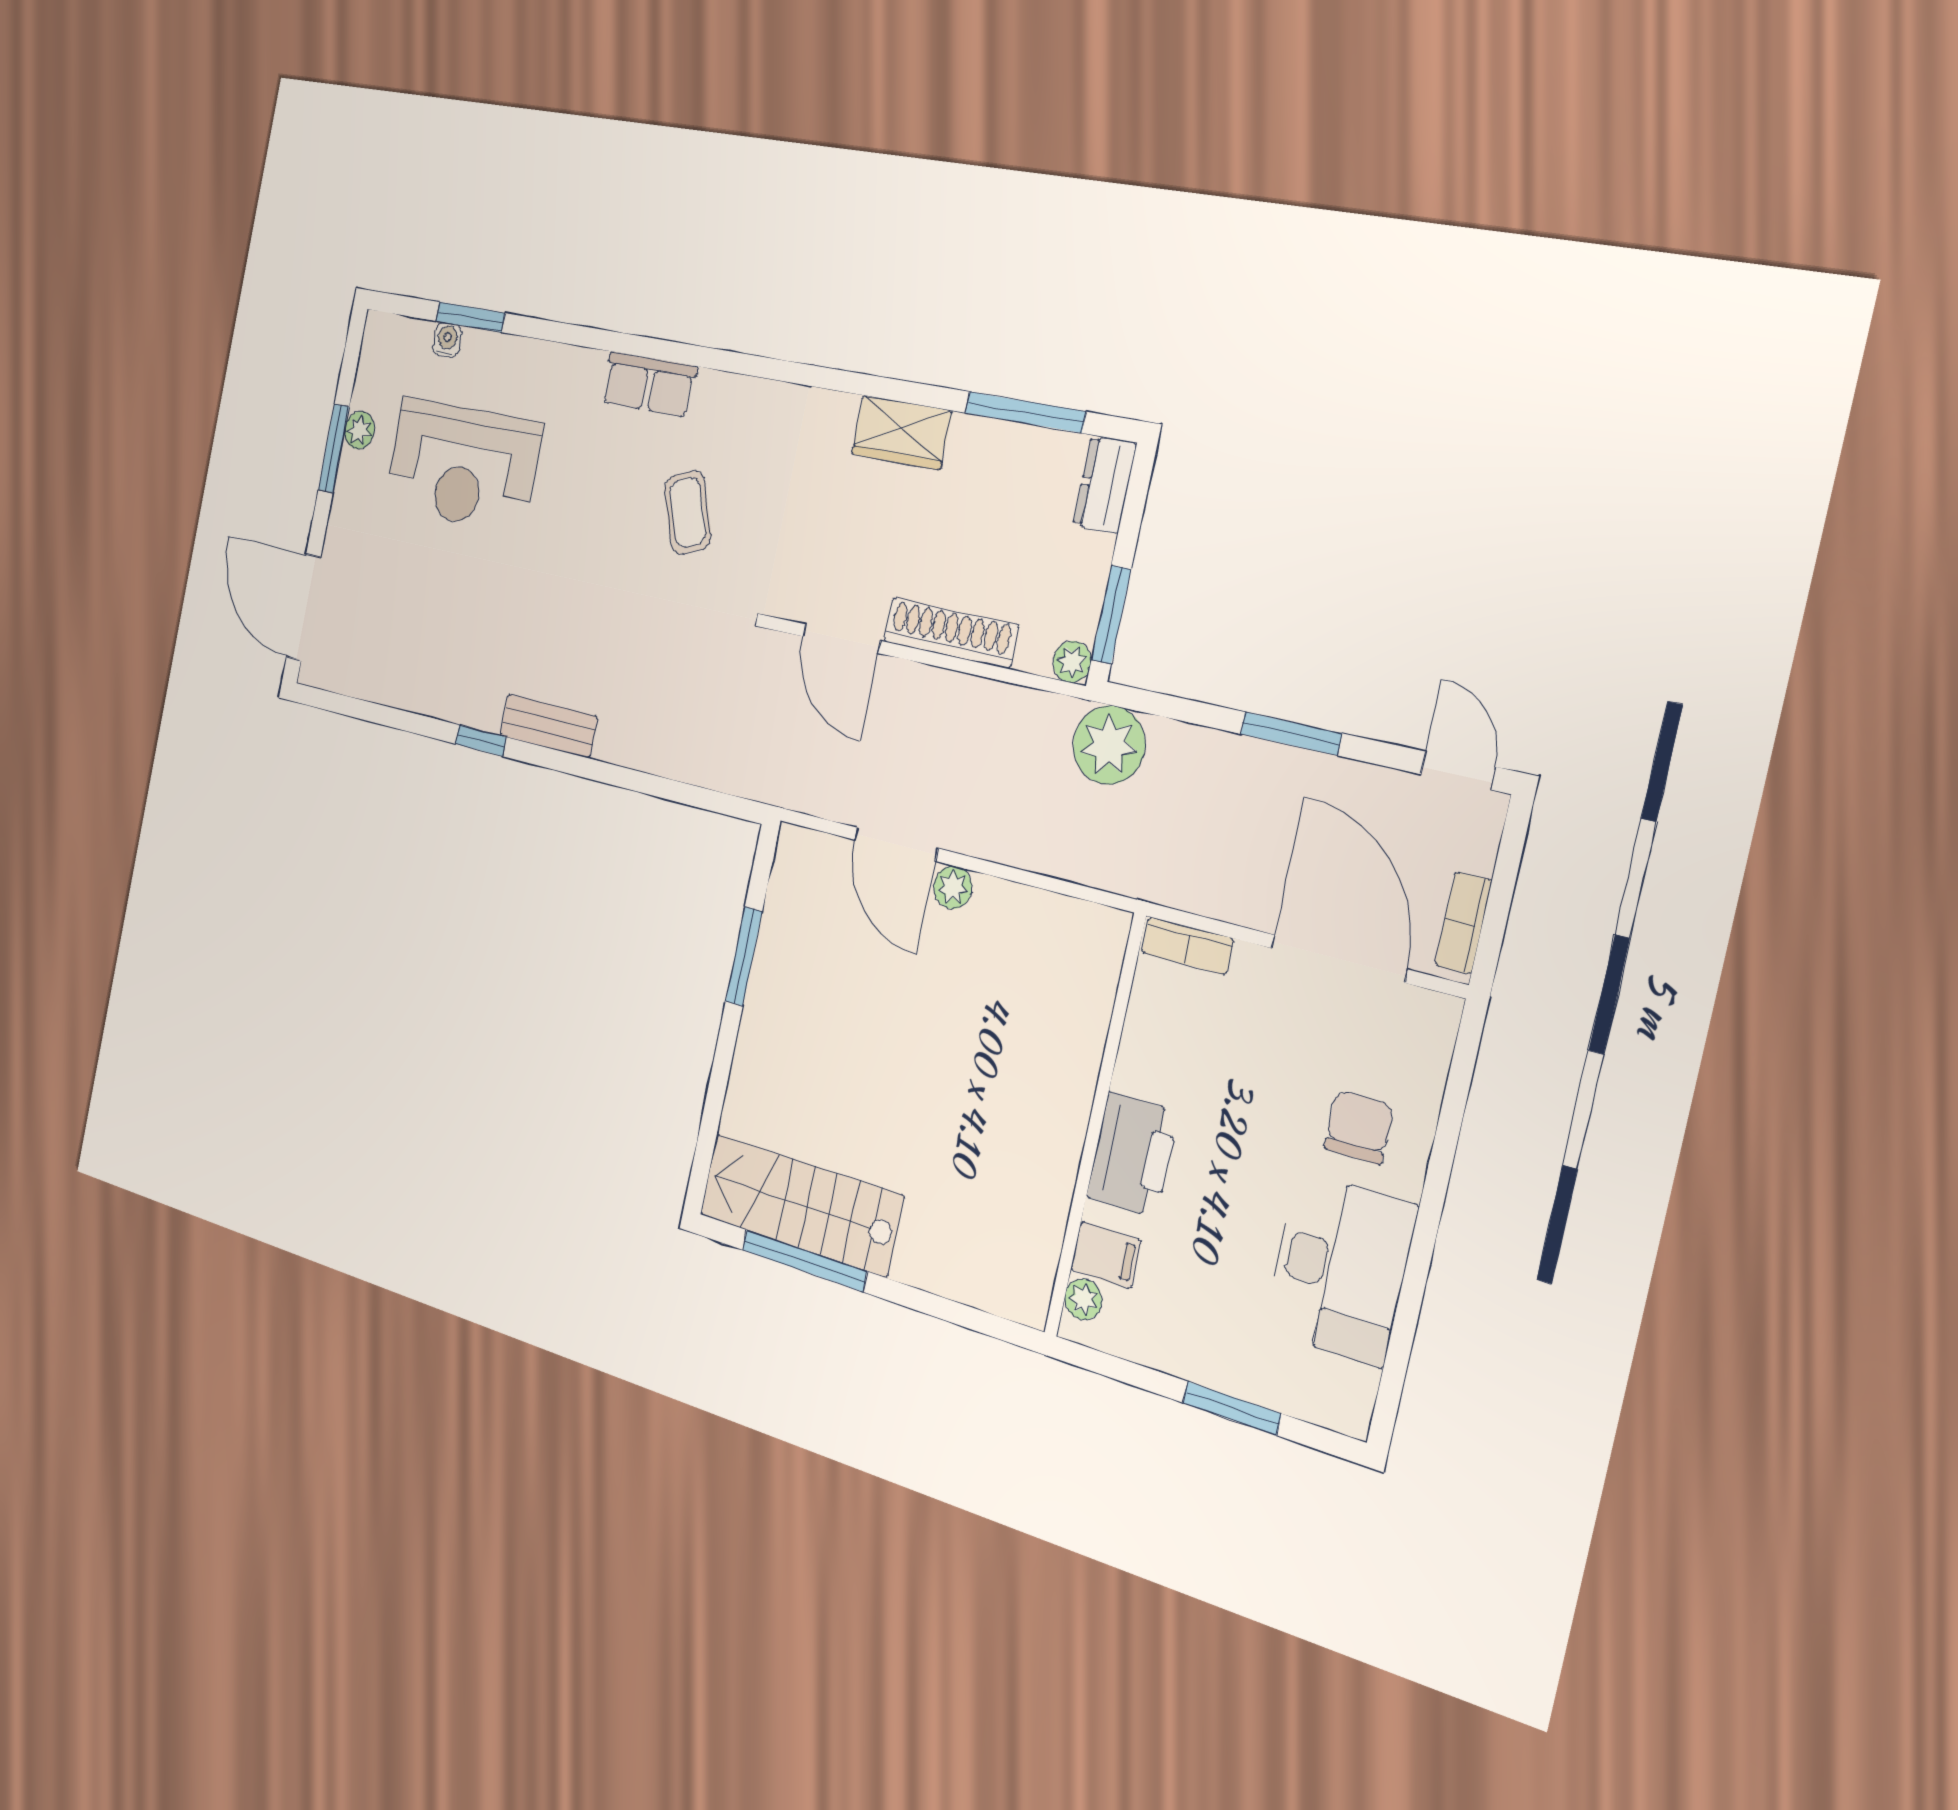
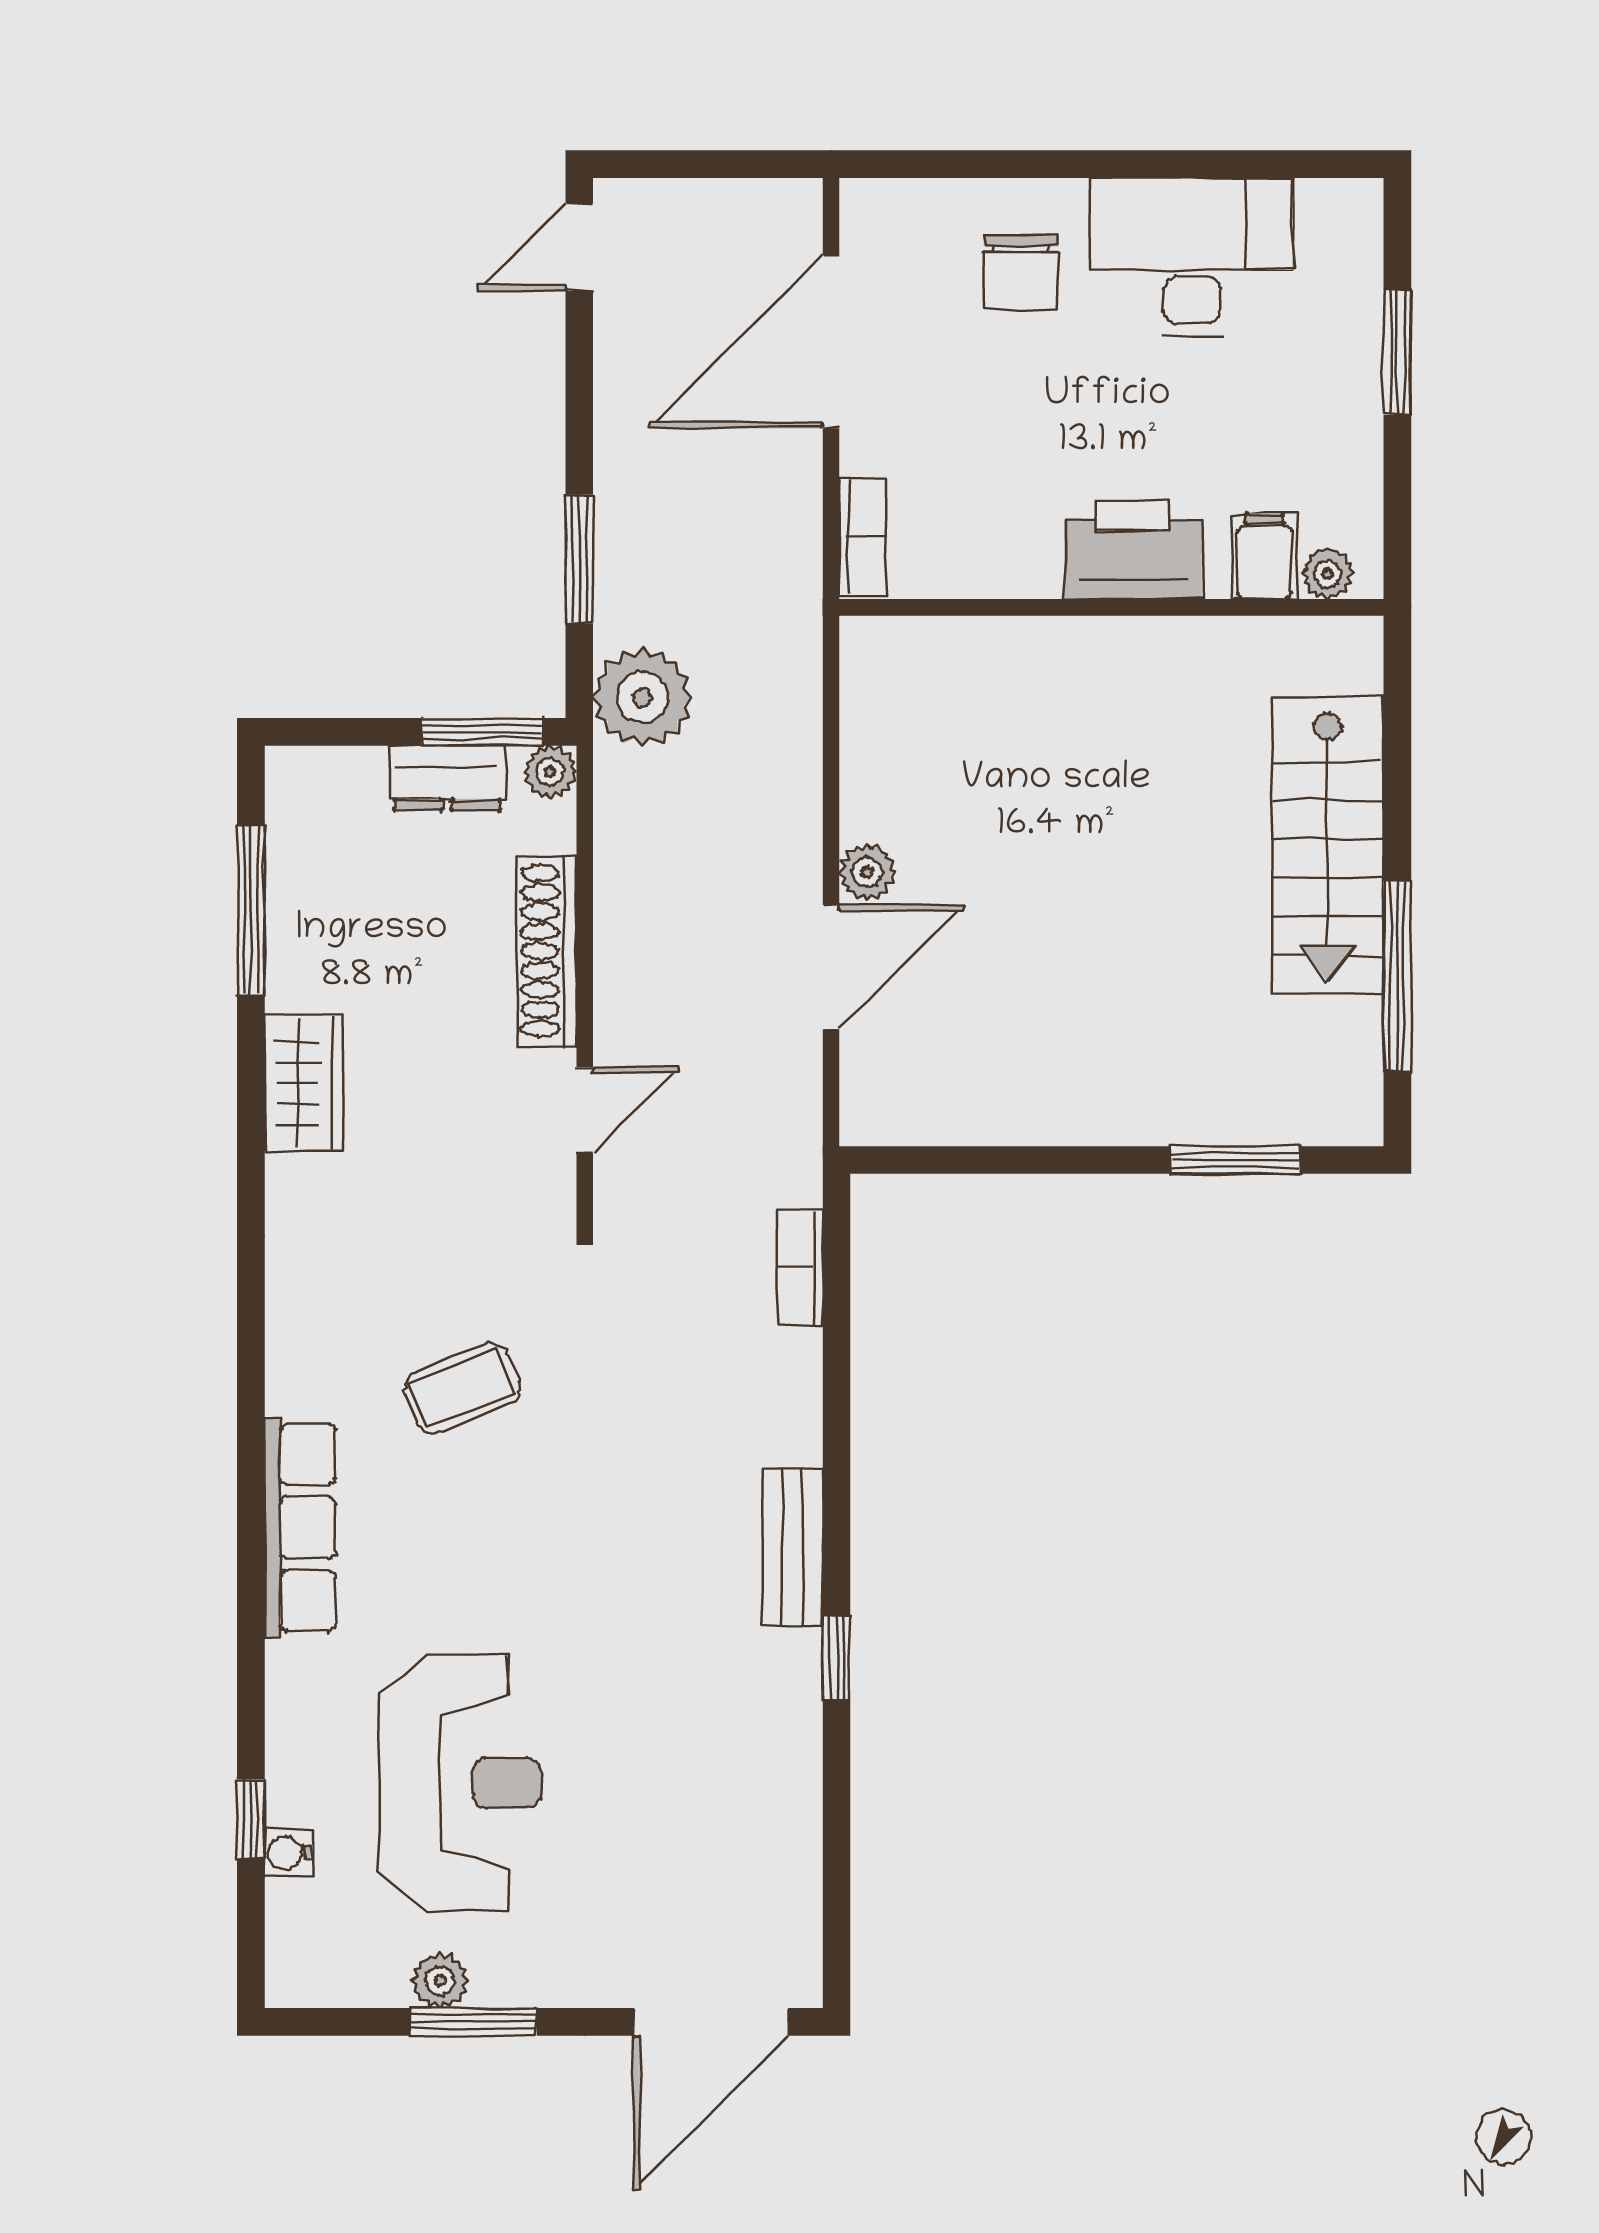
window: (470, 317) -> (251, 1819), width x0.67
row of seats: (649, 384) -> (300, 1528), width x1.48
dresser: (1105, 484) -> (447, 778), moved
door: (842, 639) -> (585, 1110), width x0.73
window: (1291, 734) -> (579, 559), moved
bookcase: (1463, 923) -> (800, 1267), moved, turned 90
window: (744, 957) -> (1235, 1160), moved
chair: (1359, 1127) -> (1021, 272), turned -90
stairs: (801, 1205) -> (1328, 845), moved

